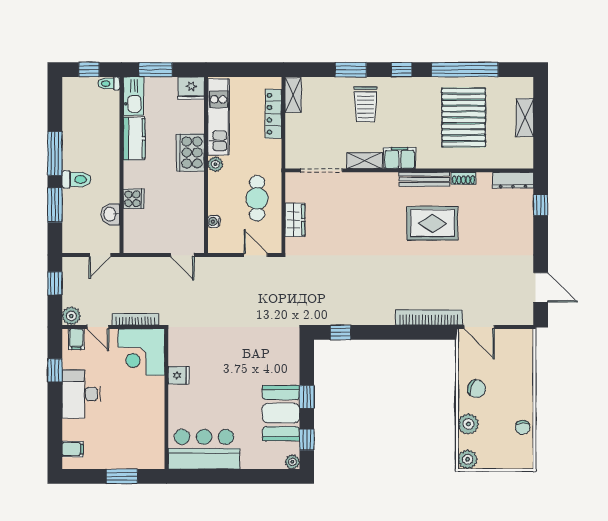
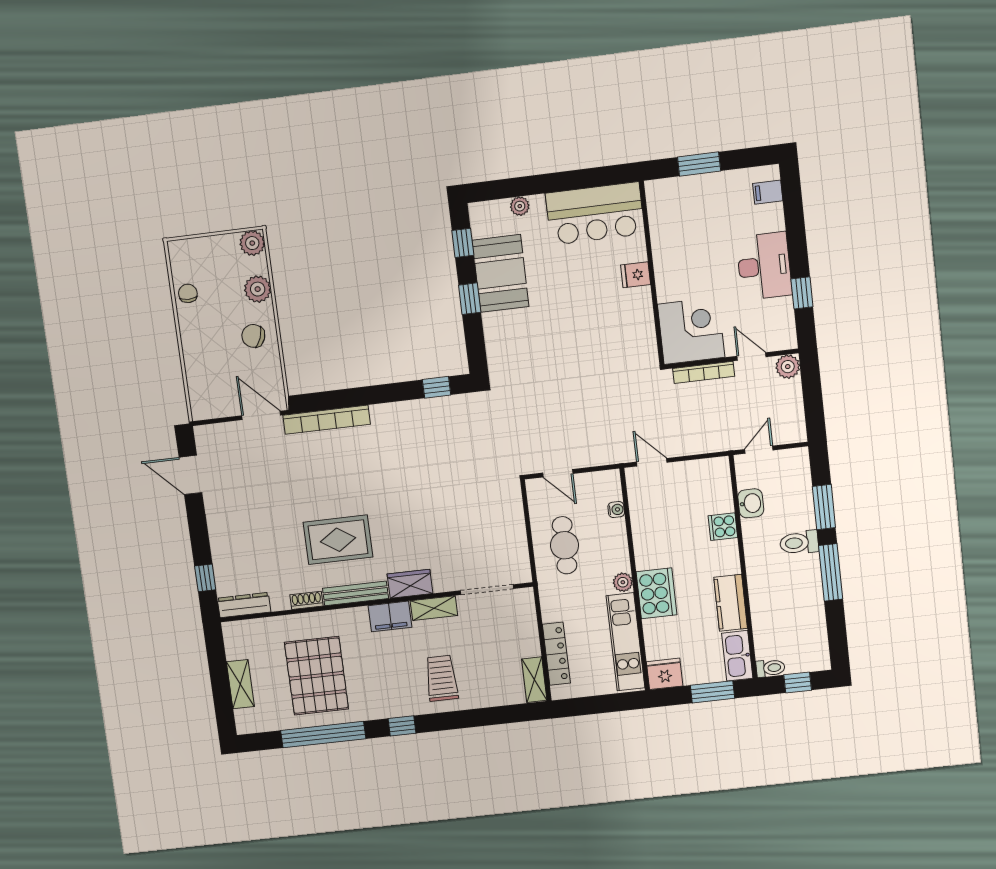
window: (351, 70) -> (466, 719), removed
wardrobe: (295, 220) -> (410, 584), moved, turned 90
window: (55, 283) -> (814, 406), removed
filing cabinet: (76, 339) -> (778, 337), removed
fridge: (179, 375) -> (636, 275), moved
plant: (292, 462) -> (520, 206), moved

